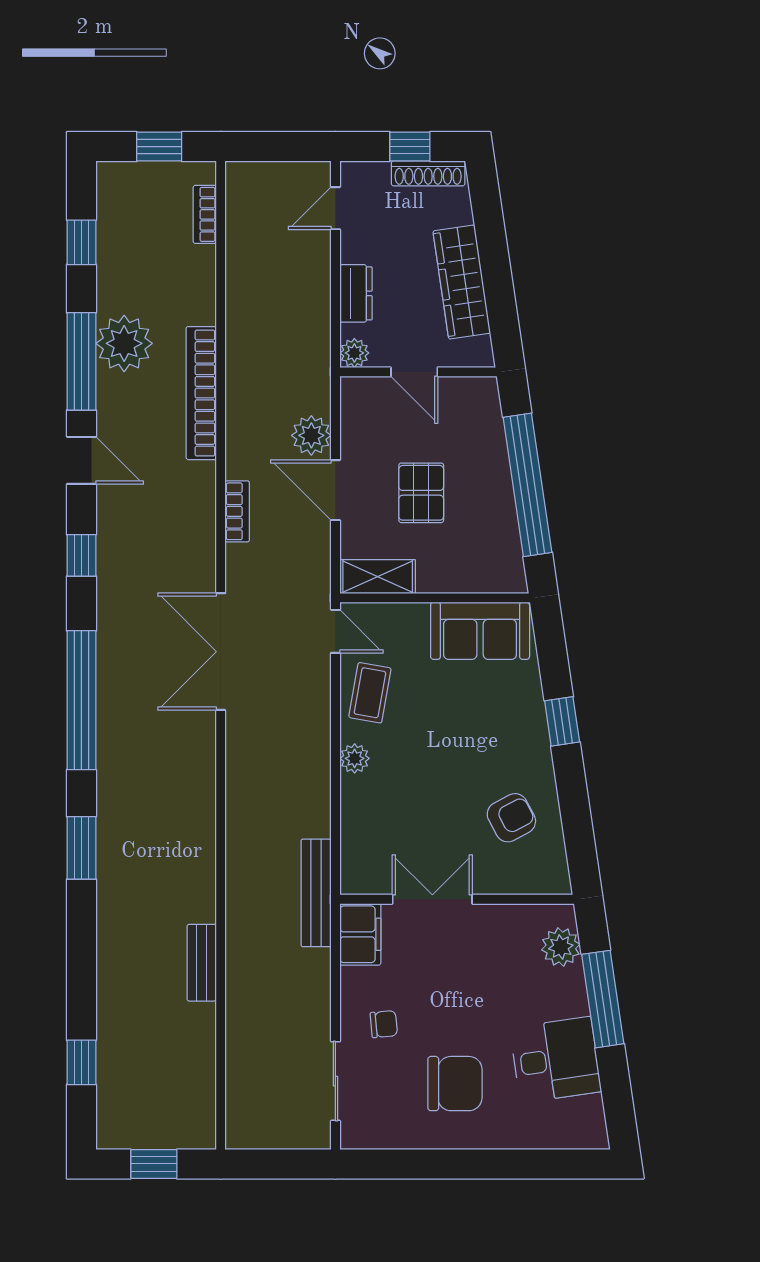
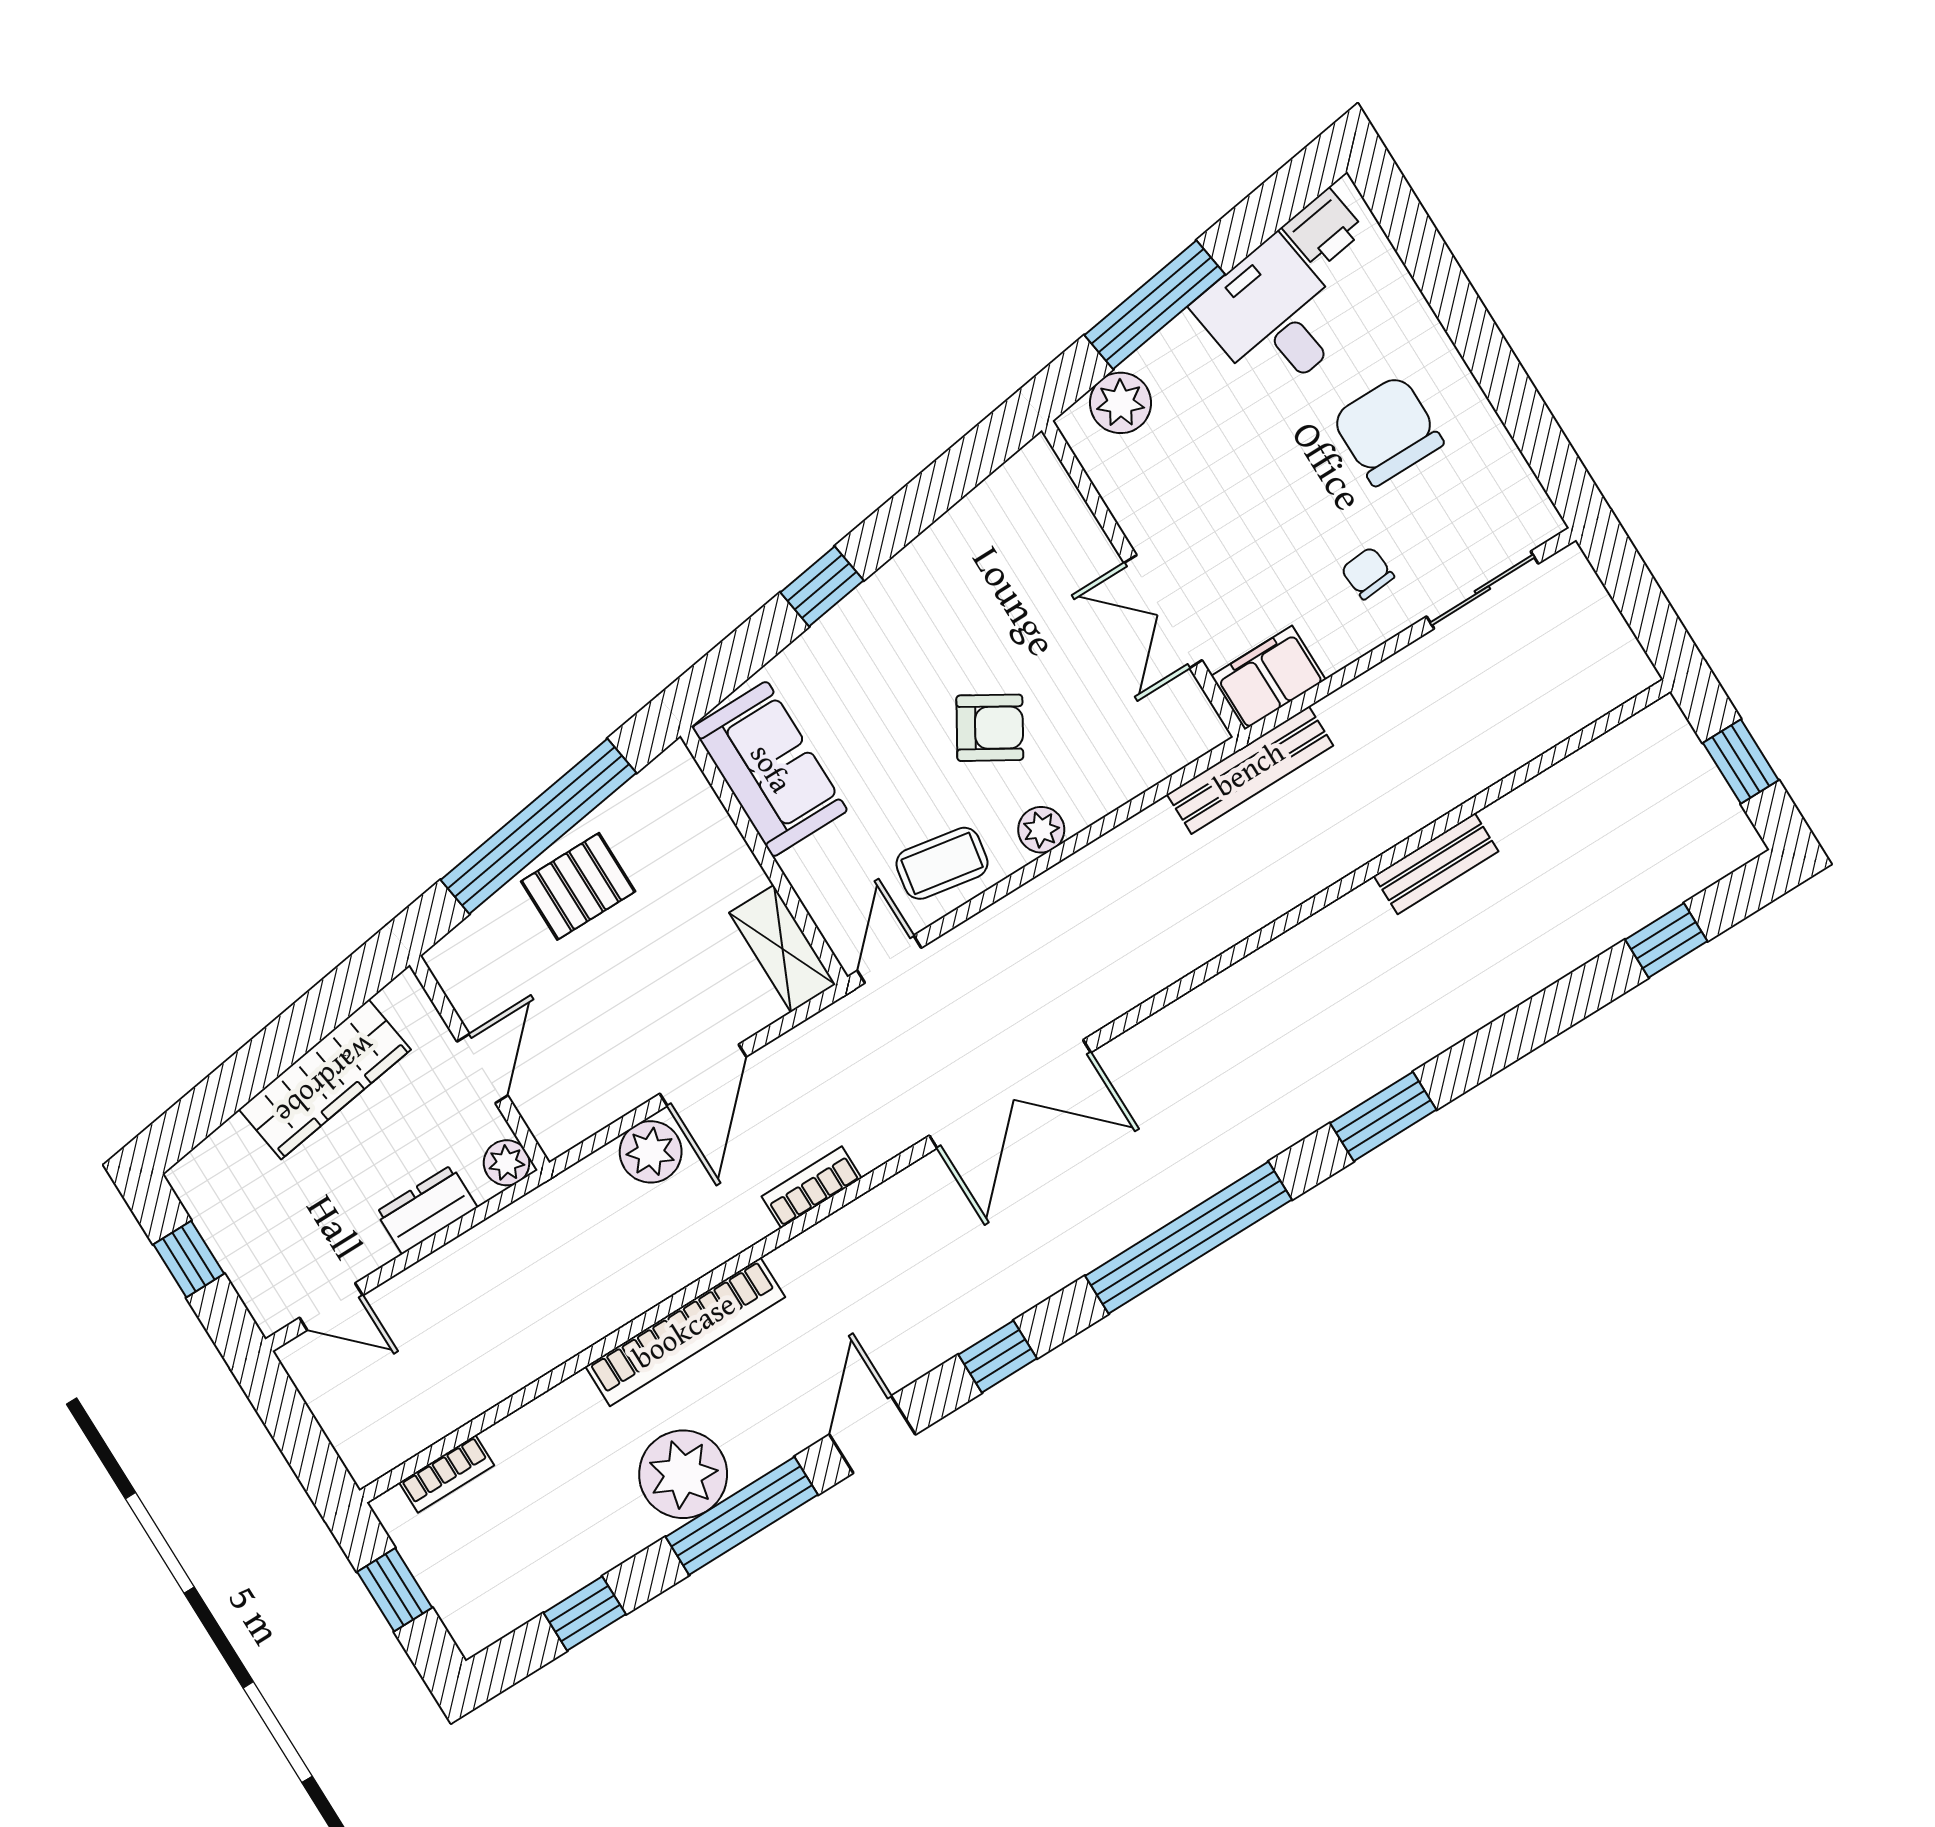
shoe rack: (428, 173) -> (209, 1213), removed
pallet: (421, 493) -> (578, 886), moved
armchair: (511, 818) -> (990, 728), moved, turned 149
printer: (587, 1117) -> (1323, 229), added

